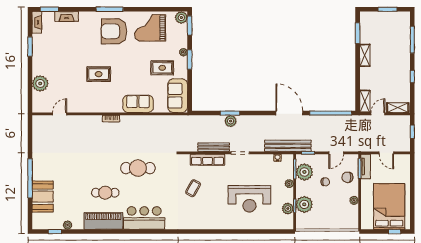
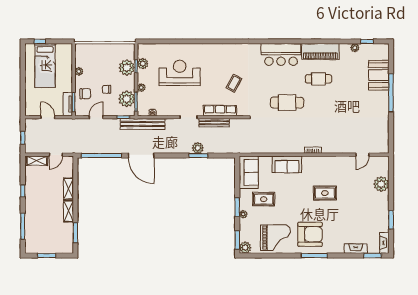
shelving: (365, 101) -> (68, 189), moved
bed: (389, 206) -> (45, 66), width x0.67

